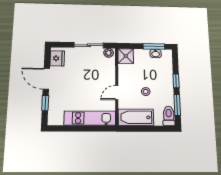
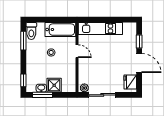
shower: (126, 56) -> (54, 85), moved
window: (176, 81) -> (23, 80), moved
door: (117, 93) -> (77, 51), hinge flipped

